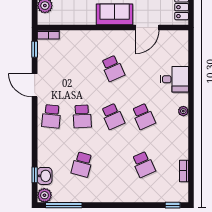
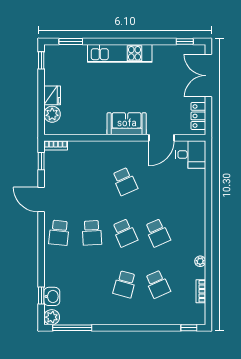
desk: (174, 79) -> (191, 154), moved
plant: (183, 111) -> (200, 261), moved
school desk: (82, 164) -> (125, 284), moved

